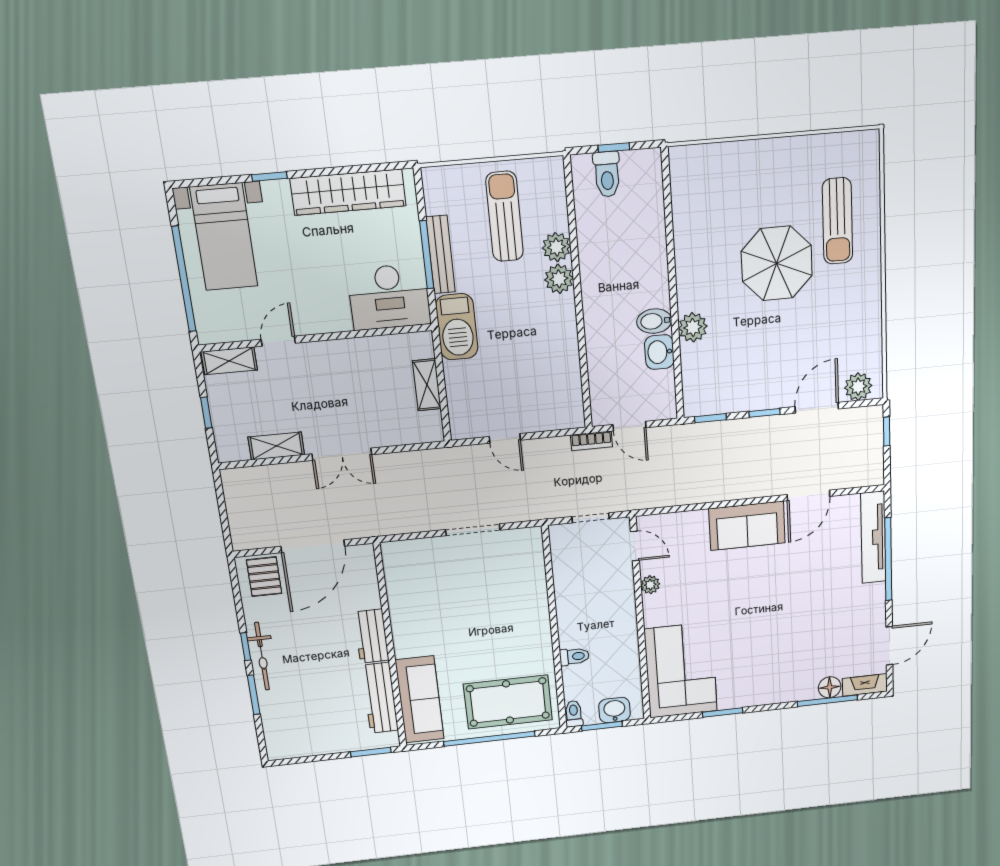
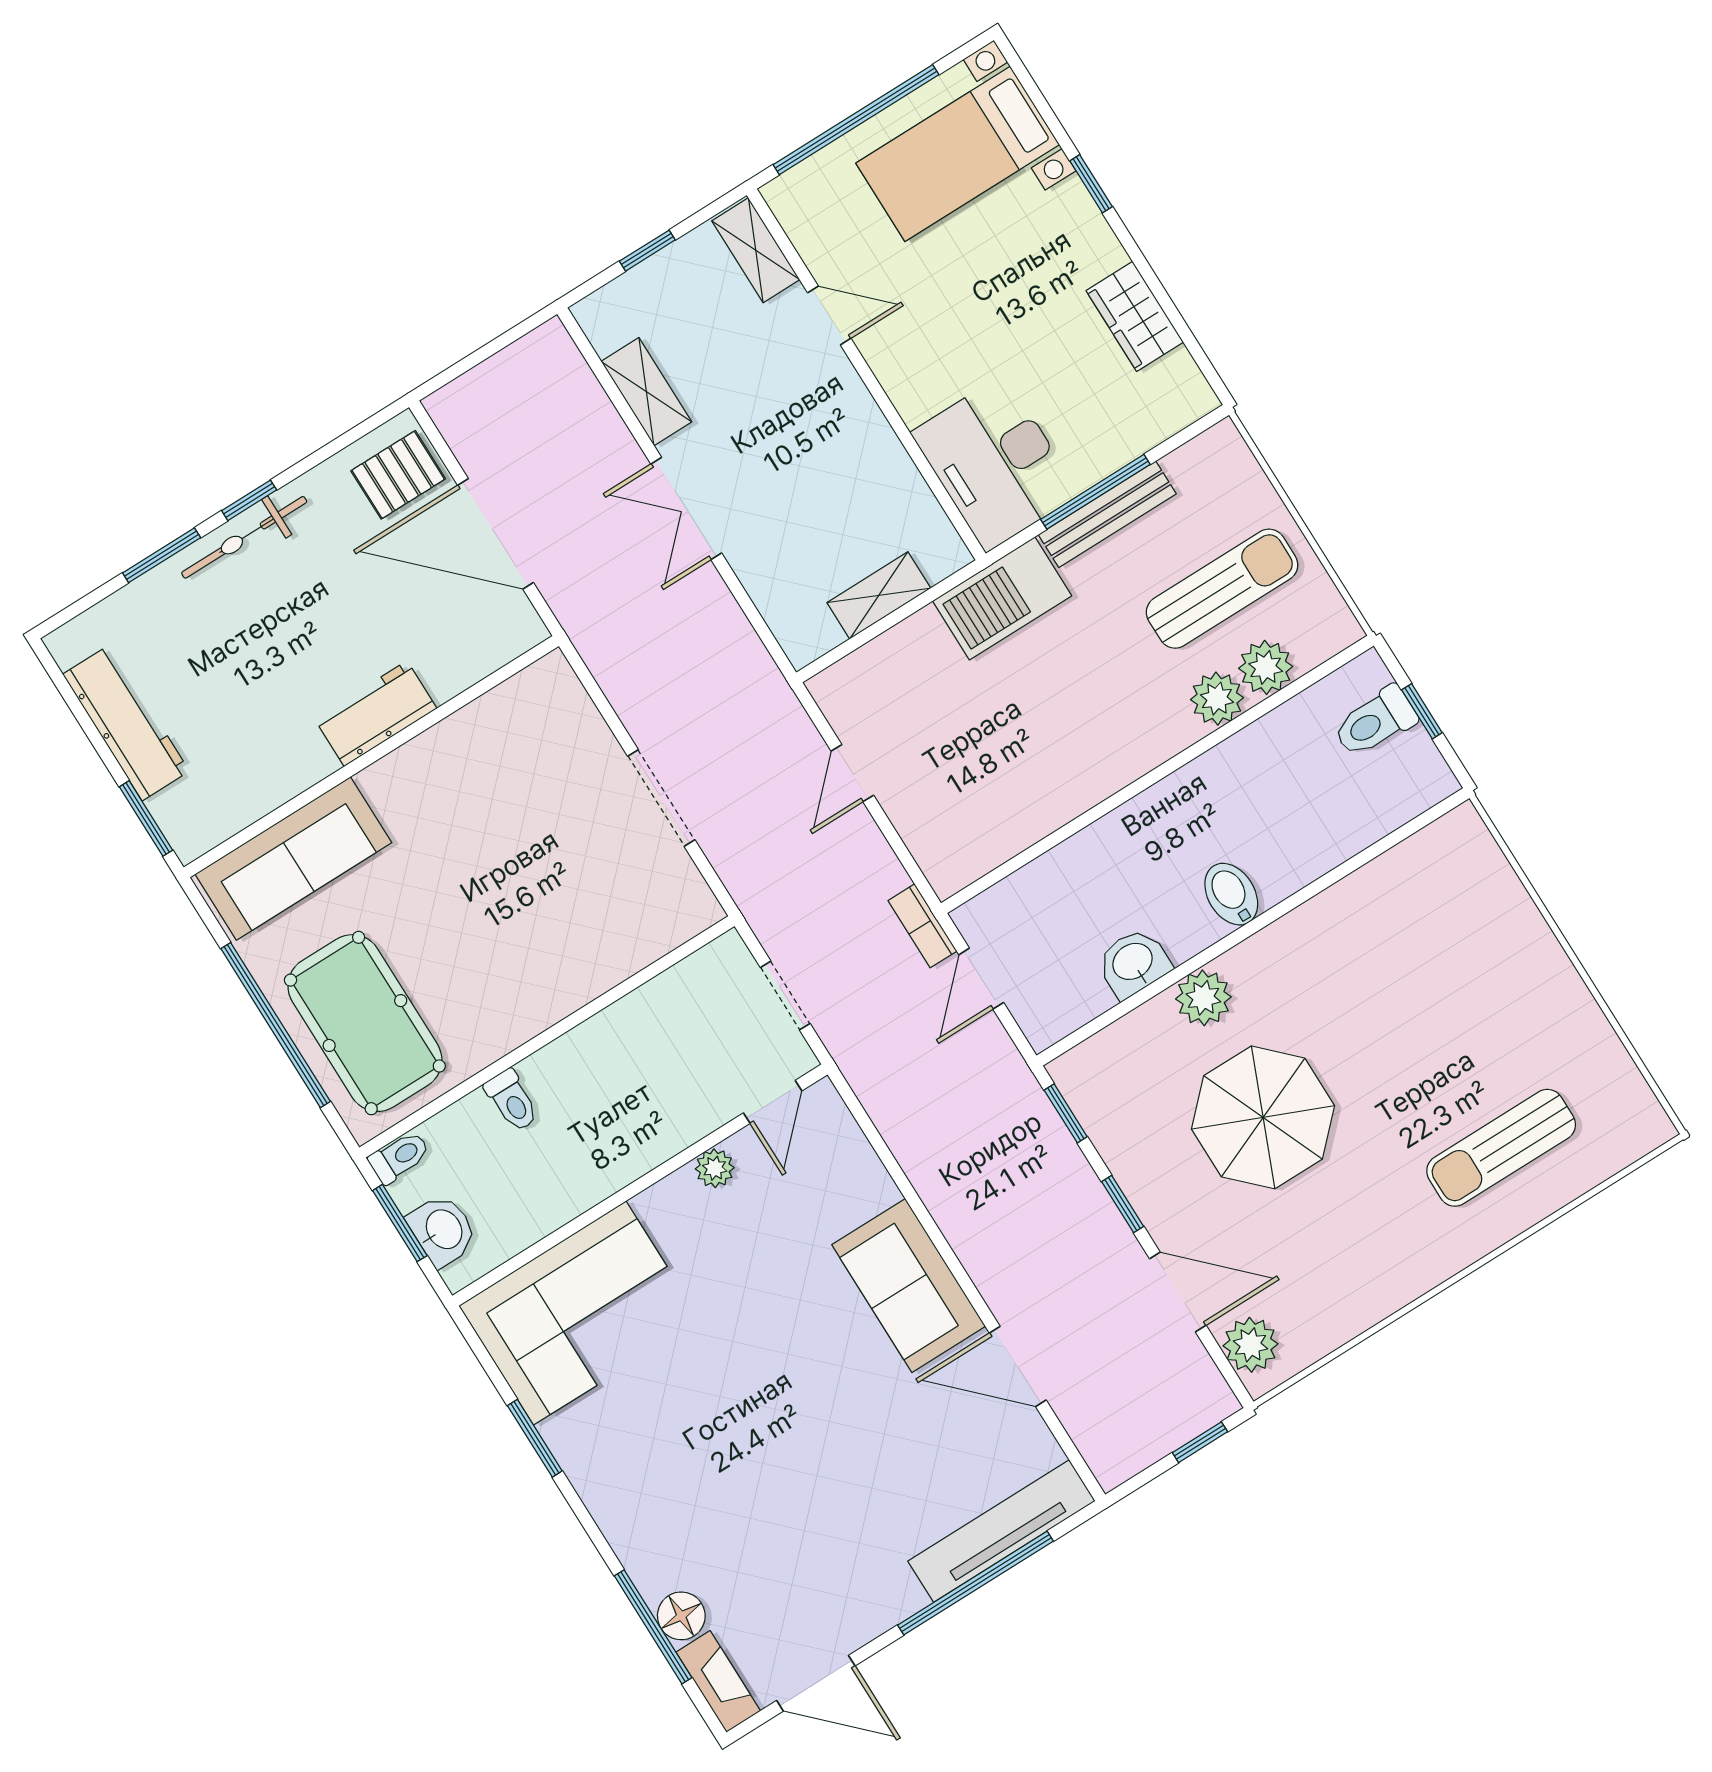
wardrobe: (348, 192) -> (1135, 316), width x0.48, depth x0.85
parasol: (777, 263) -> (1263, 1117), moved
plant: (559, 279) -> (1266, 667), moved
bidet: (654, 321) -> (1231, 894), moved
workbench: (380, 698) -> (126, 723), moved, turned 90

